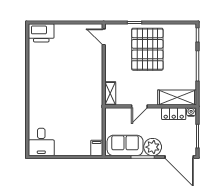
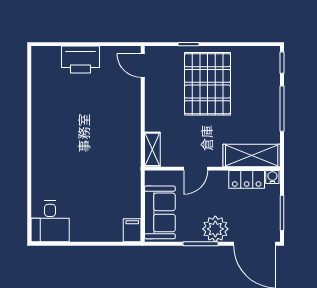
printer: (41, 33) -> (80, 60), moved
sofa: (125, 145) -> (160, 212), moved, turned 90

